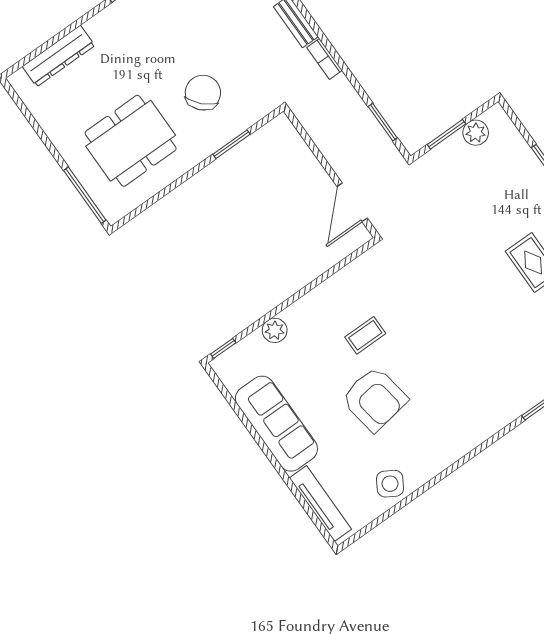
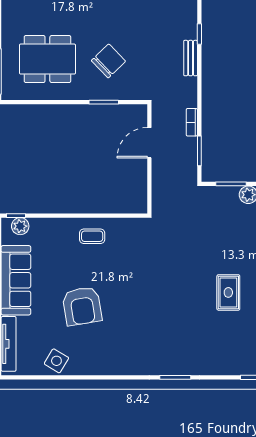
bookcase: (325, 59) -> (192, 122), moved
door: (352, 202) -> (149, 143), moved
plant: (275, 330) -> (20, 226), moved
coffee table: (365, 335) -> (92, 236), moved

